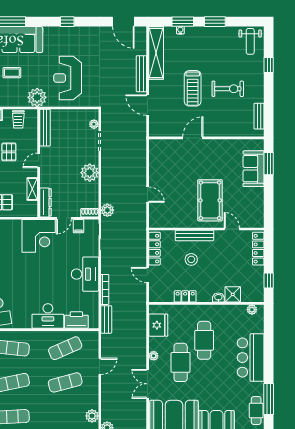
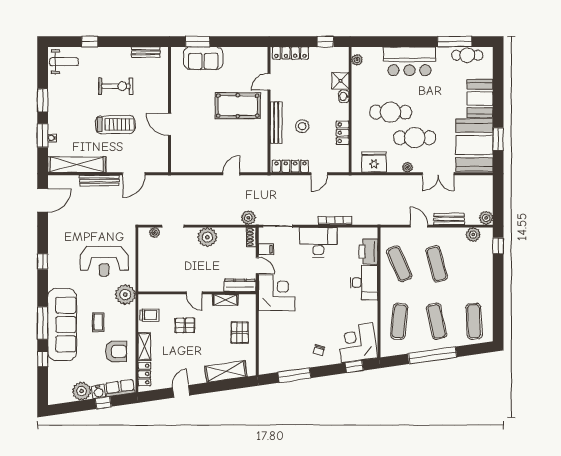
exercise bike: (228, 89) -> (116, 86), turned 90
bench: (45, 128) -> (158, 286), removed
bench: (106, 319) -> (449, 219), moved

